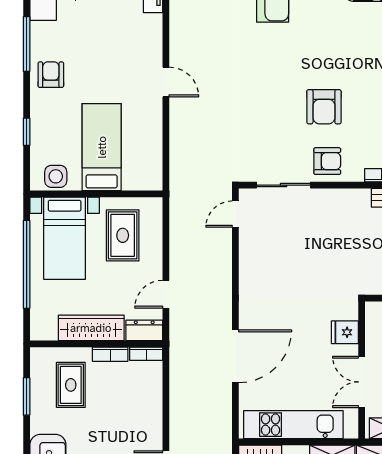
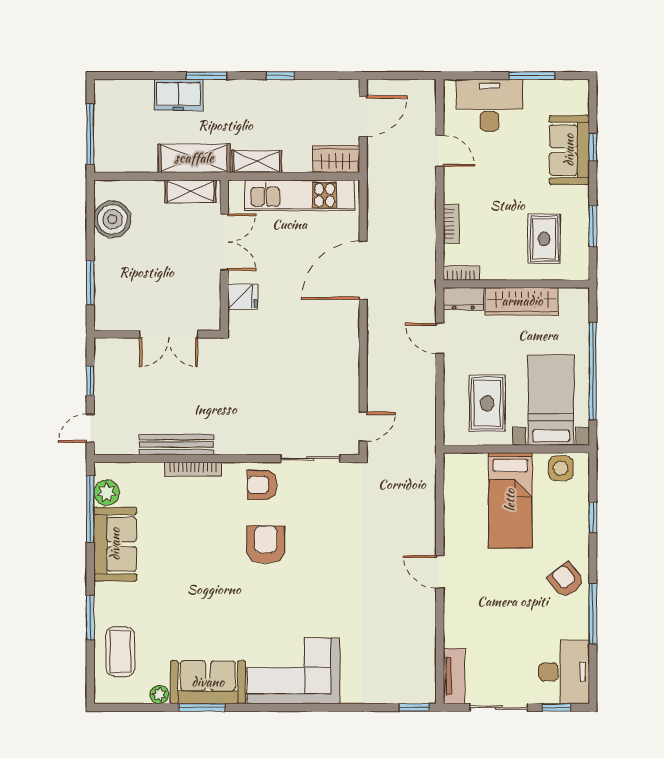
armchair: (51, 75) -> (566, 580), turned 141
door: (166, 294) -> (440, 339), swing flipped
bookcase: (110, 354) -> (451, 224), moved, turned 90

